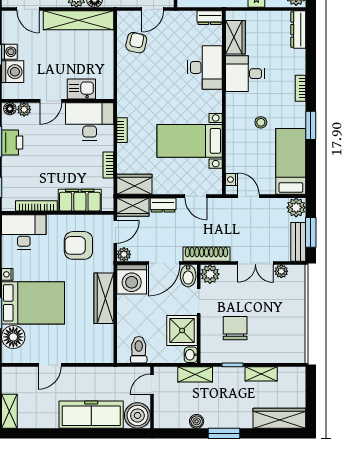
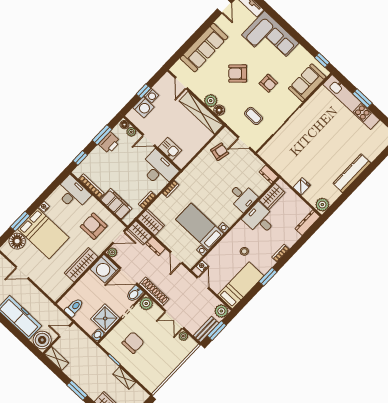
desk: (205, 67) -> (242, 197), width x0.73
shelving: (195, 374) -> (57, 359), moved
boiler: (197, 421) -> (69, 371), removed

